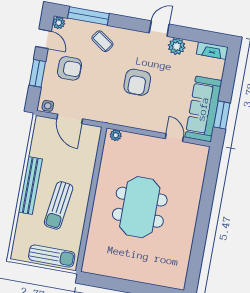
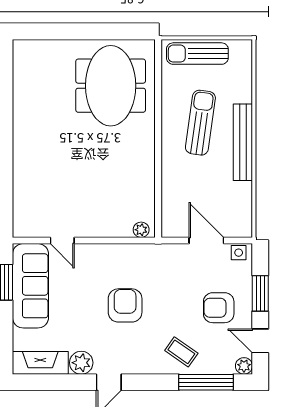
fireplace: (212, 51) -> (40, 363), width x1.37, depth x1.32
meeting table: (140, 207) -> (111, 86), moved

